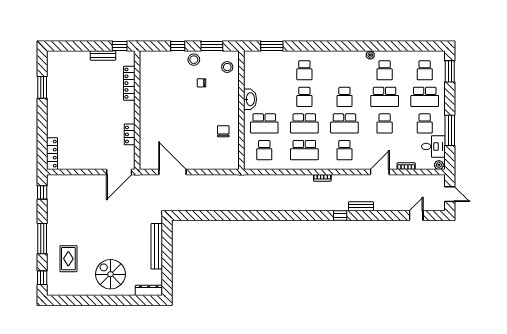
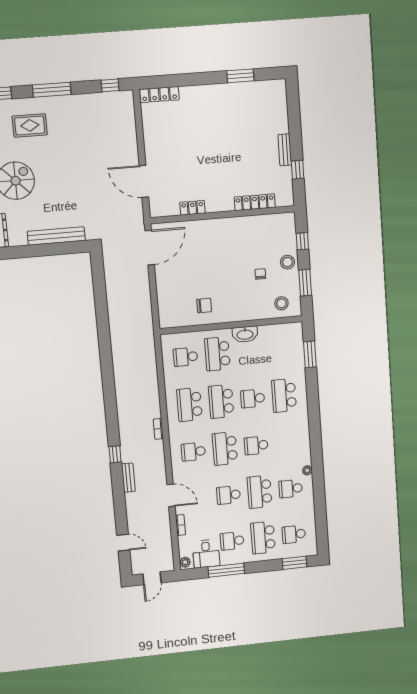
school desk: (304, 70) -> (284, 395), width x1.85
locker: (129, 83) -> (255, 202), moved
wall: (137, 110) -> (223, 215), moved
locker: (130, 134) -> (192, 208), moved

